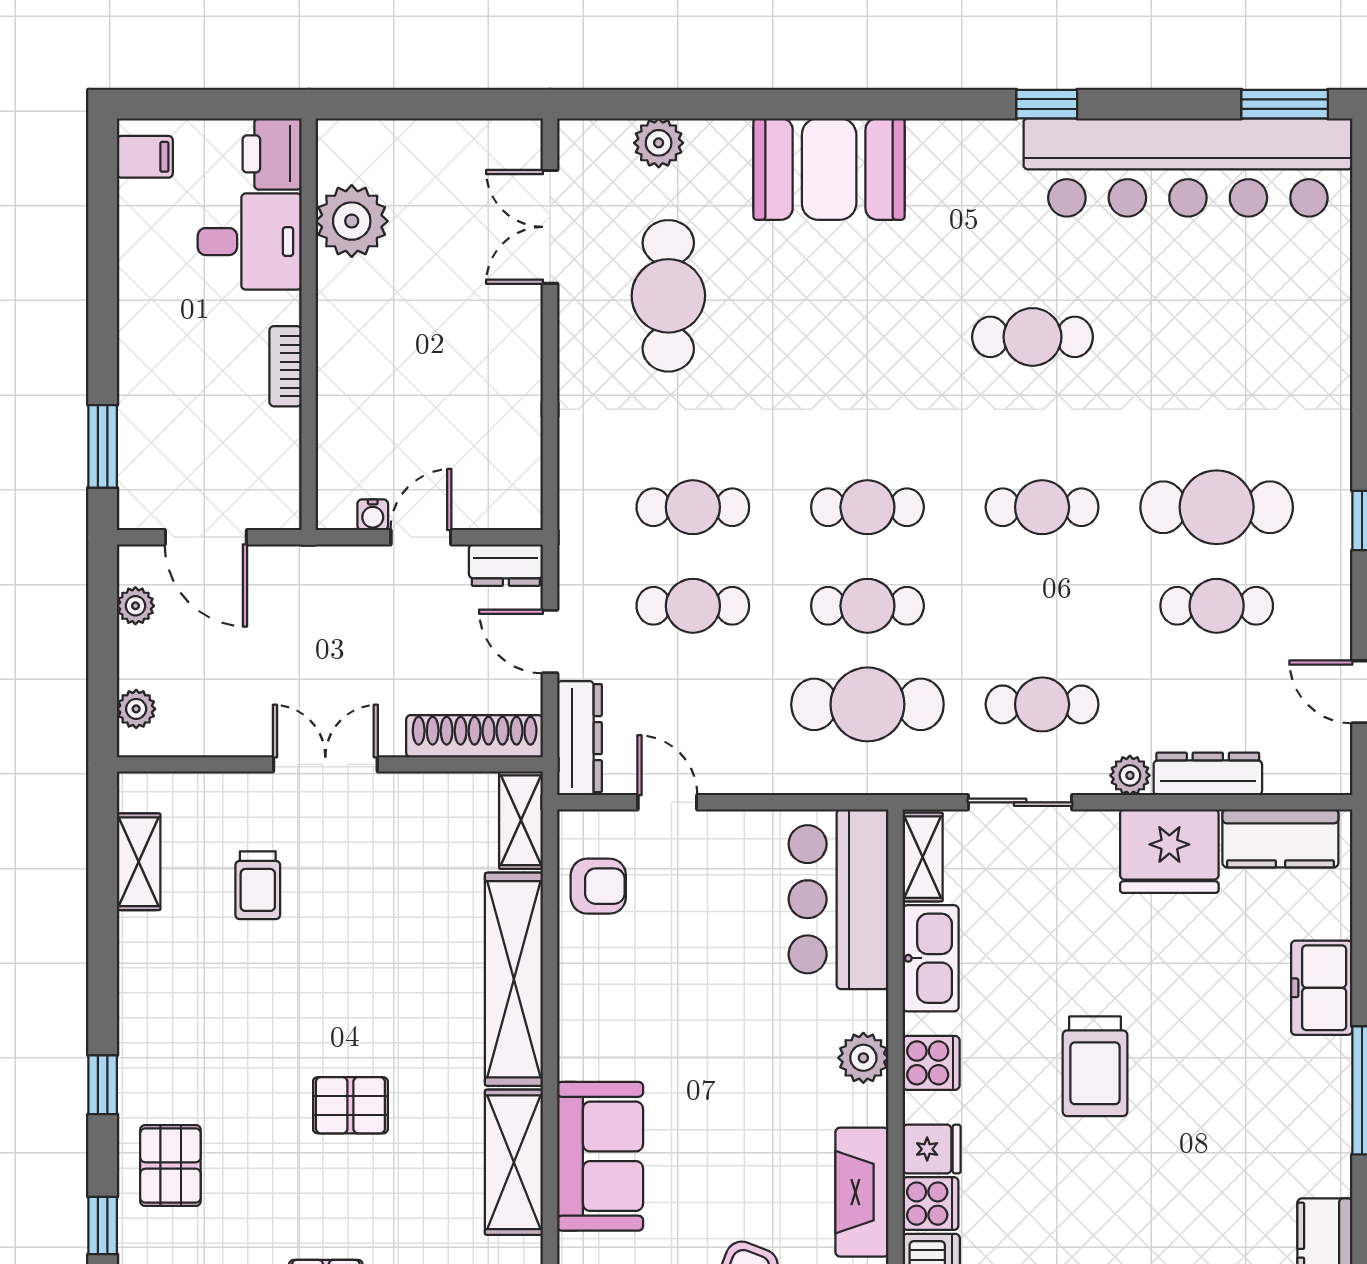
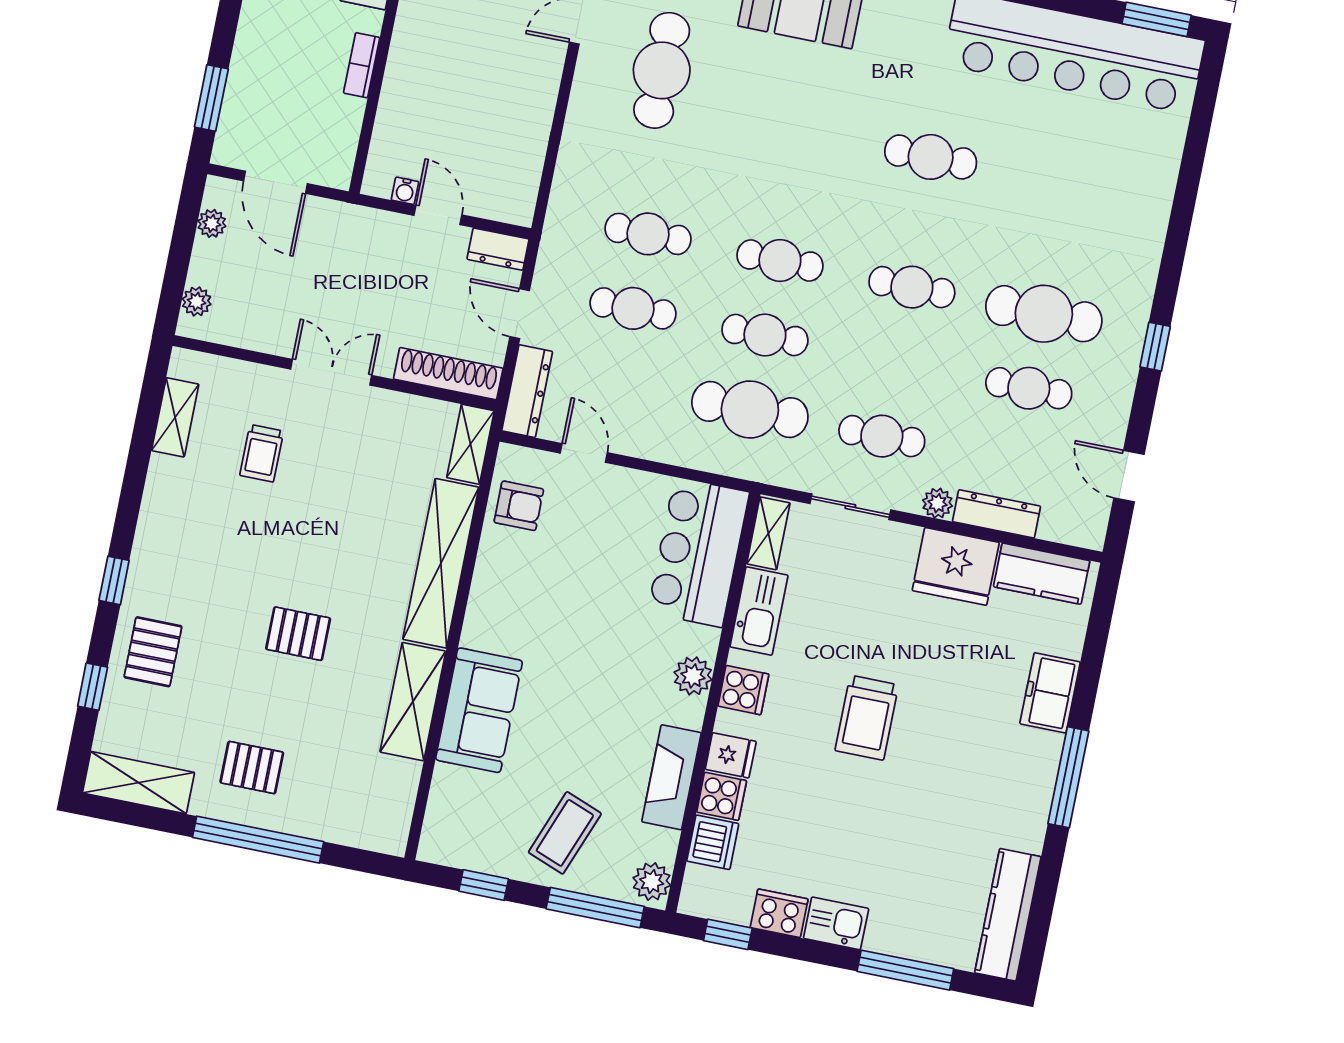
door: (421, 537) -> (438, 215), hinge flipped

